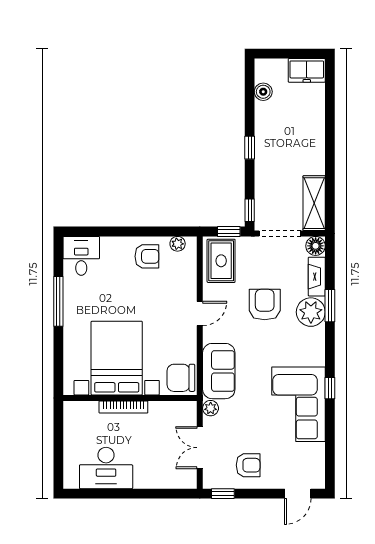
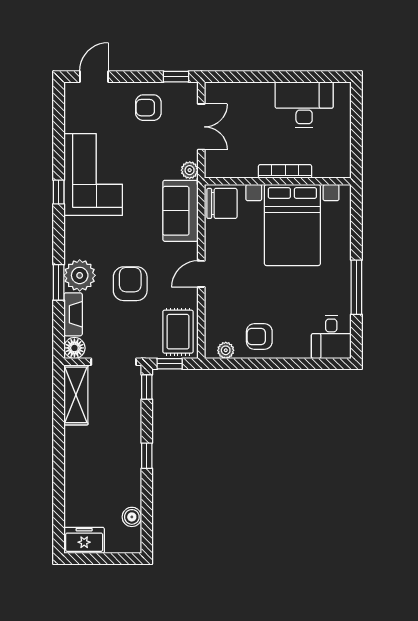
armchair: (265, 305) -> (130, 284), turned 180

